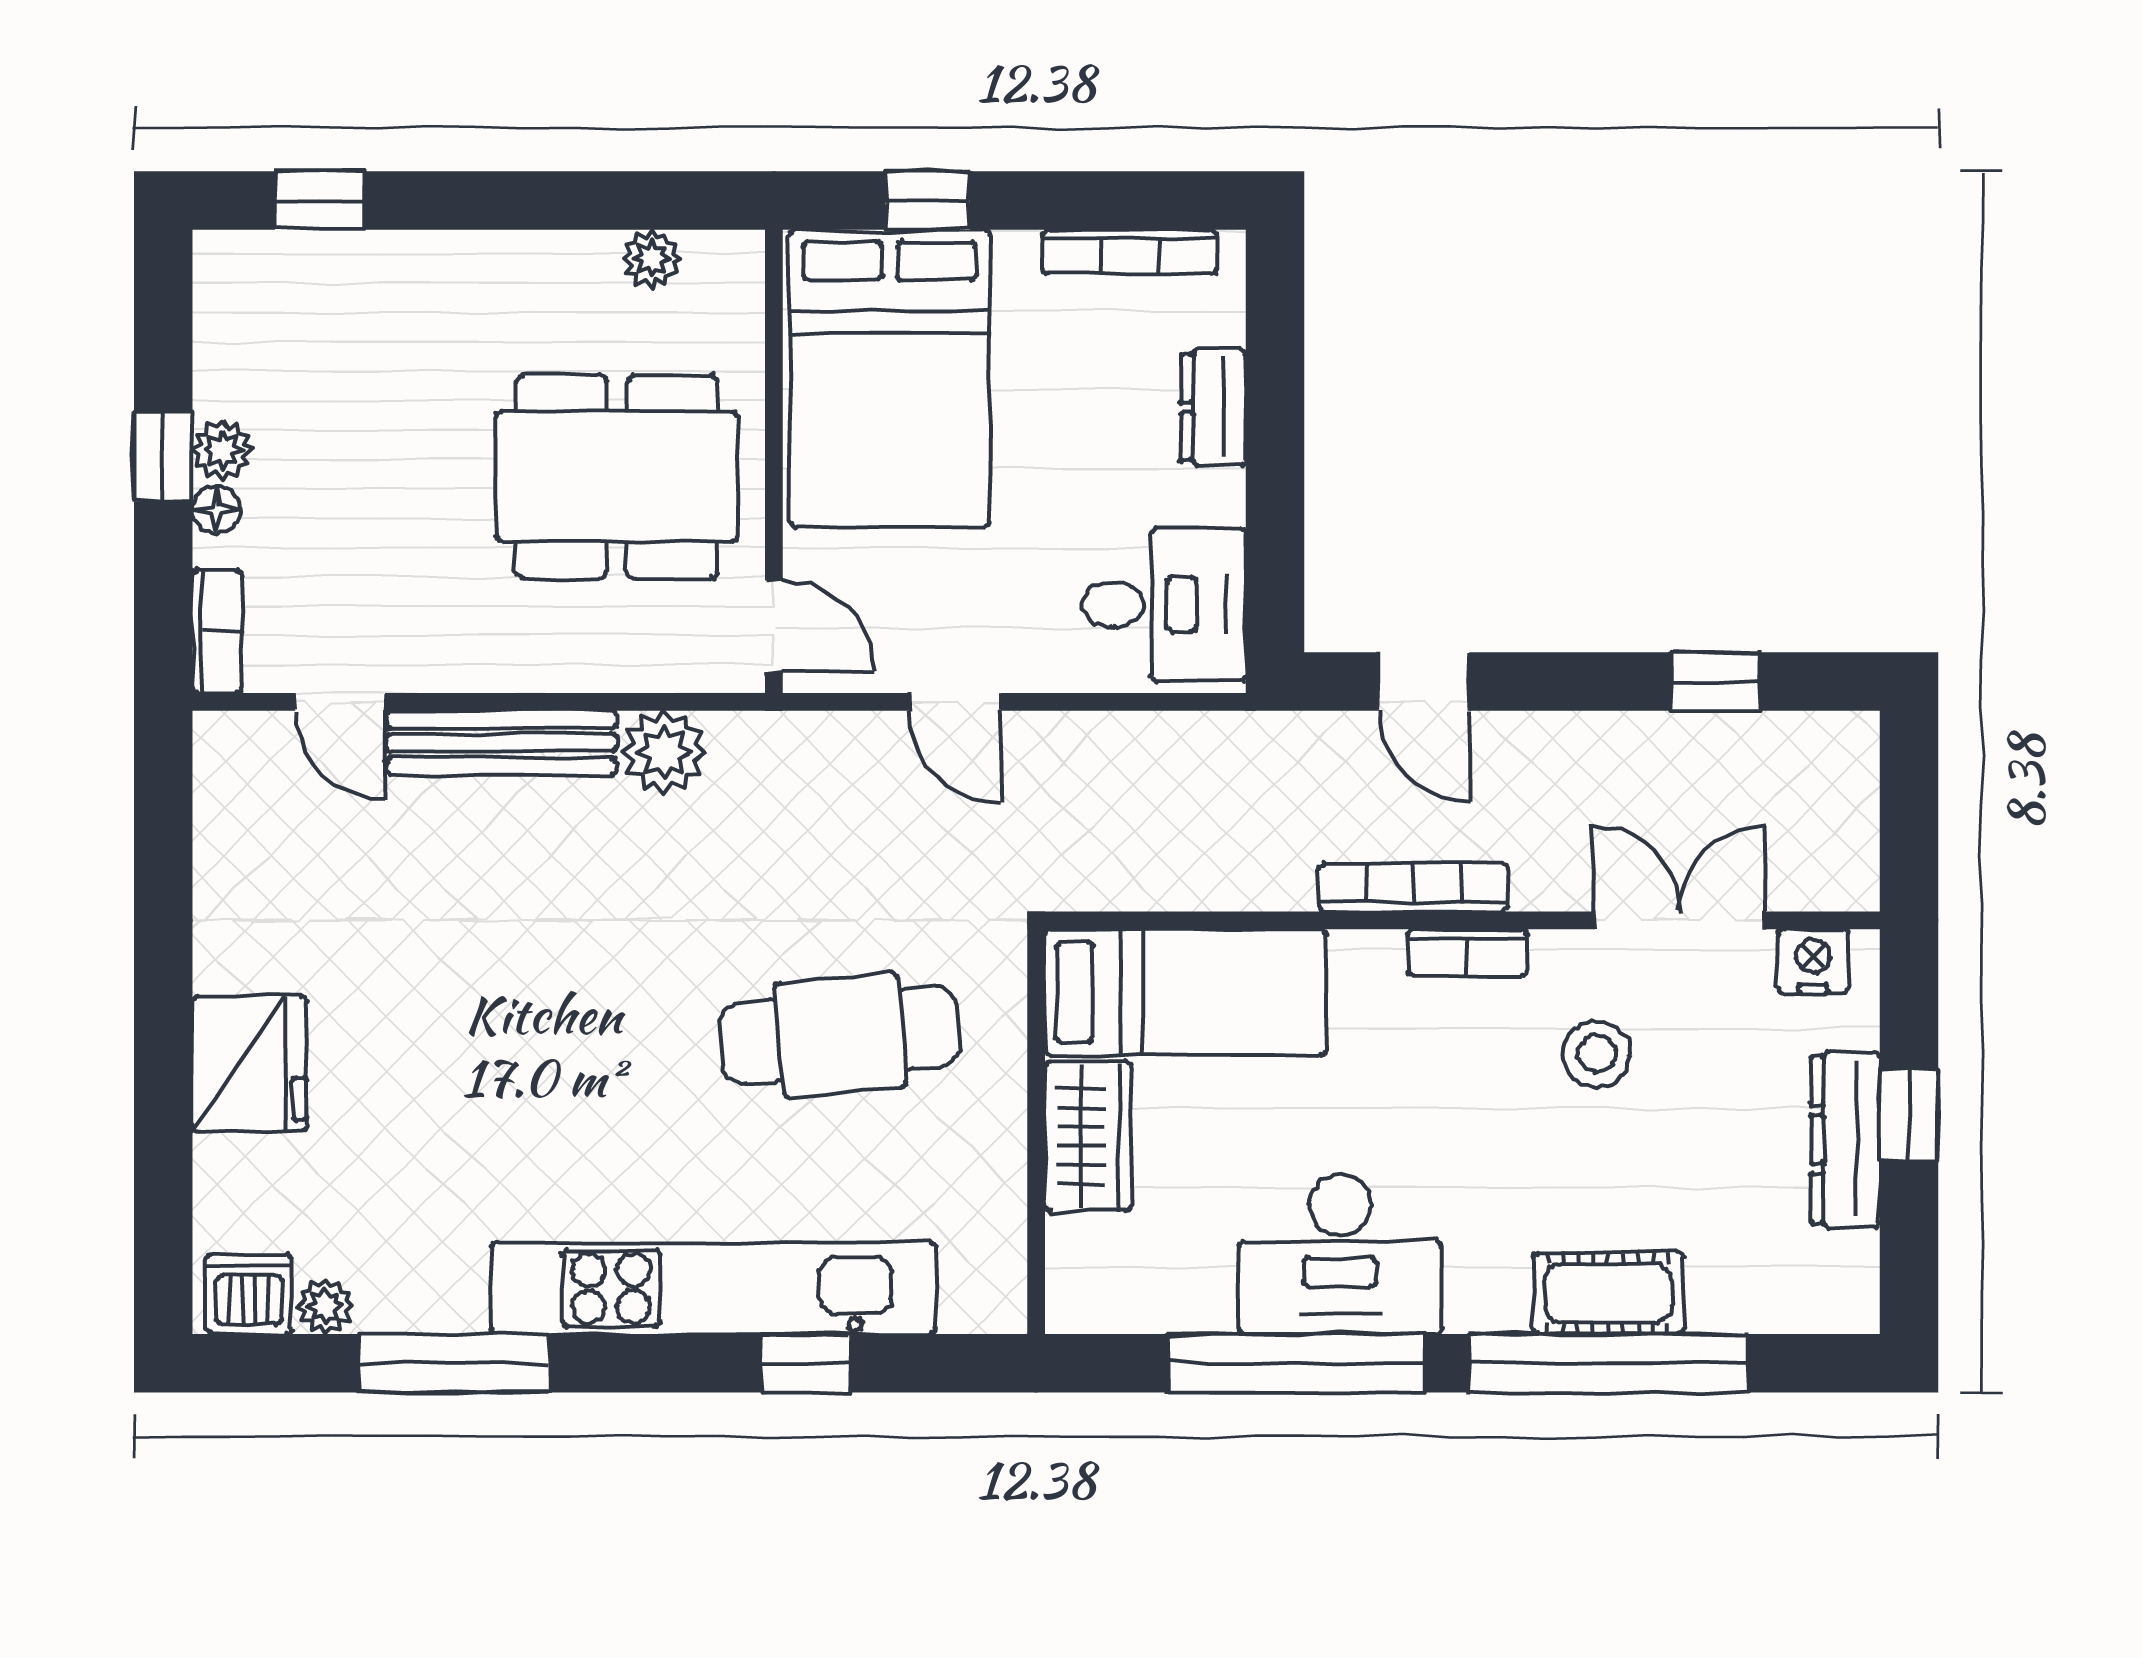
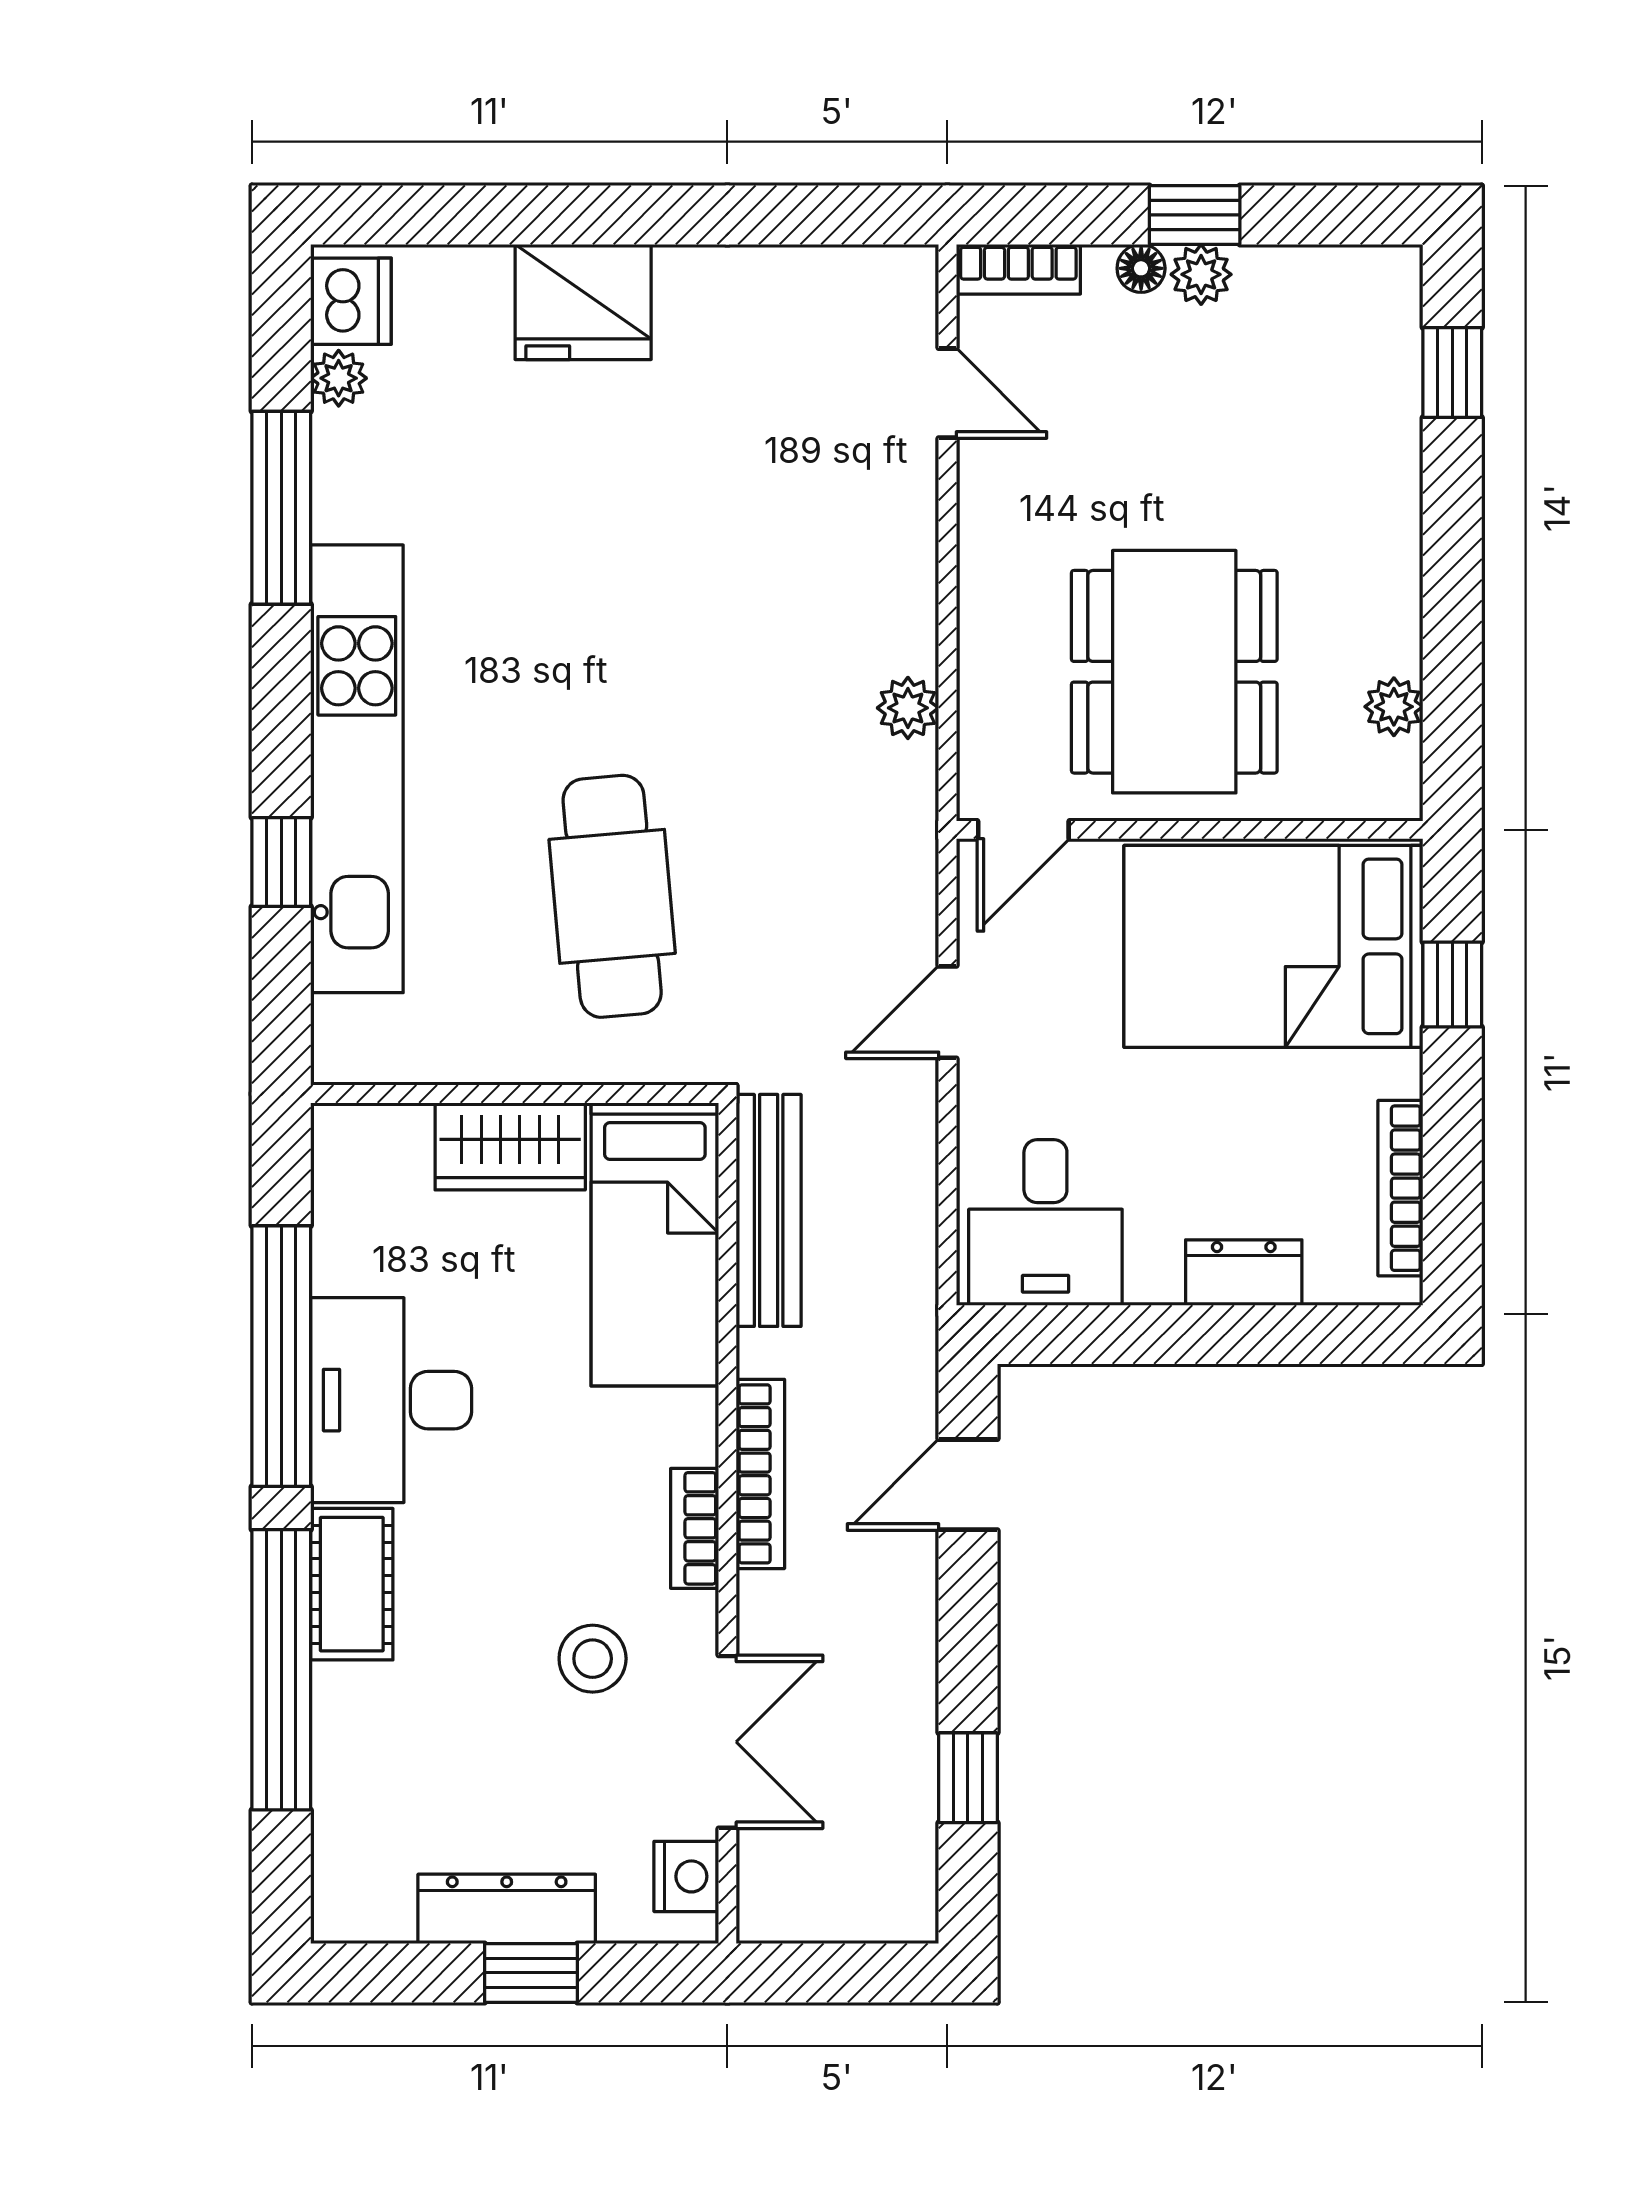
door: (340, 702) -> (947, 393), swing flipped
bench: (501, 743) -> (769, 1210), moved
plant: (664, 753) -> (908, 708), width x0.73, depth x0.73
cot: (1608, 1293) -> (352, 1584), moved

